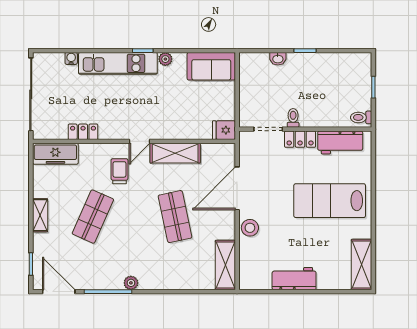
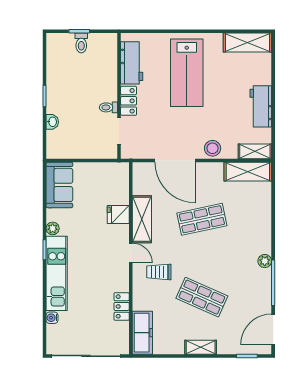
toilet: (361, 117) -> (81, 43), moved
fridge: (224, 130) -> (118, 215), moved, turned 90
shelving: (247, 272) -> (255, 151), added

